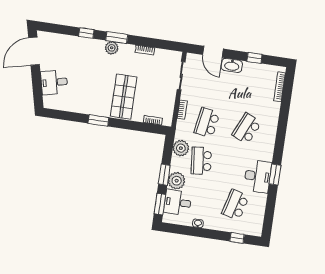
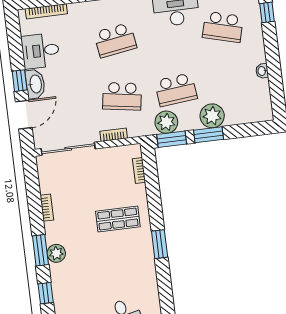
window: (255, 58) -> (20, 81), moved
sliding door: (181, 76) -> (68, 149), width x1.37
shop shelf: (124, 97) -> (118, 219), width x0.70, depth x0.74
school desk: (247, 129) -> (115, 40), turned -33
desk: (178, 202) -> (40, 51), moved, turned 90
window: (160, 204) -> (172, 139), moved

